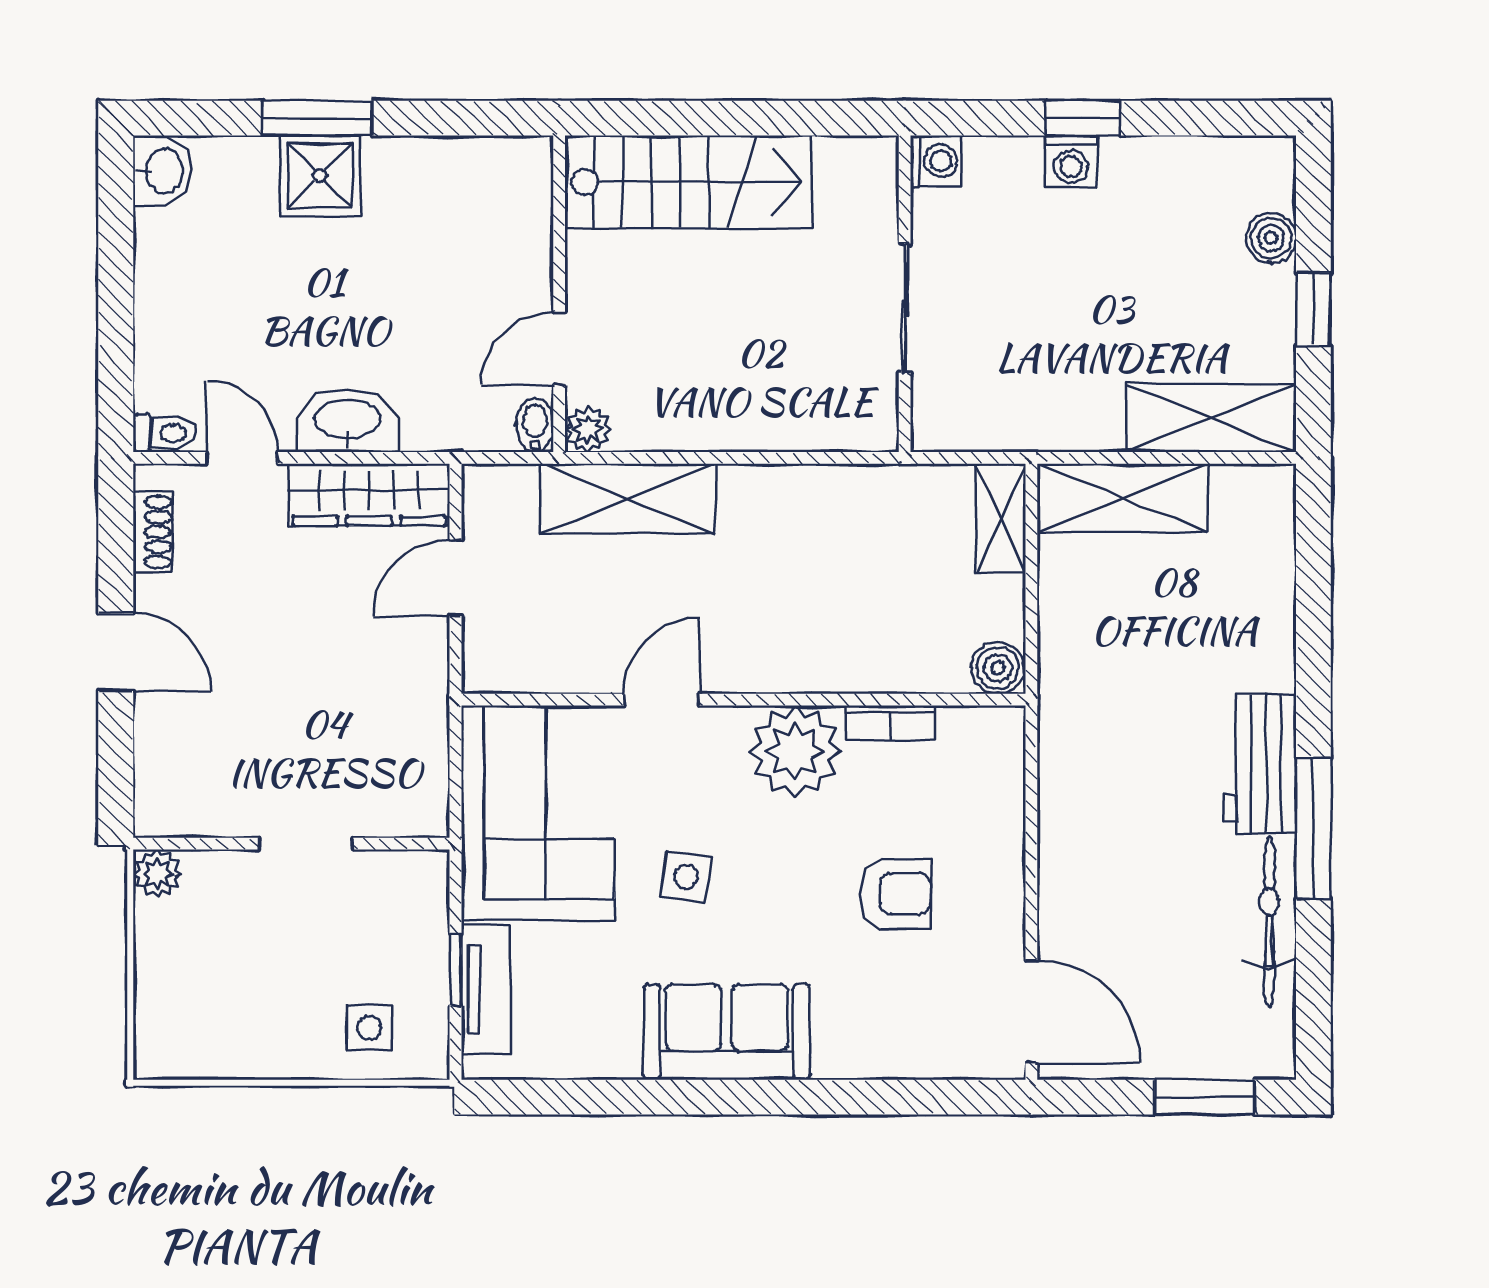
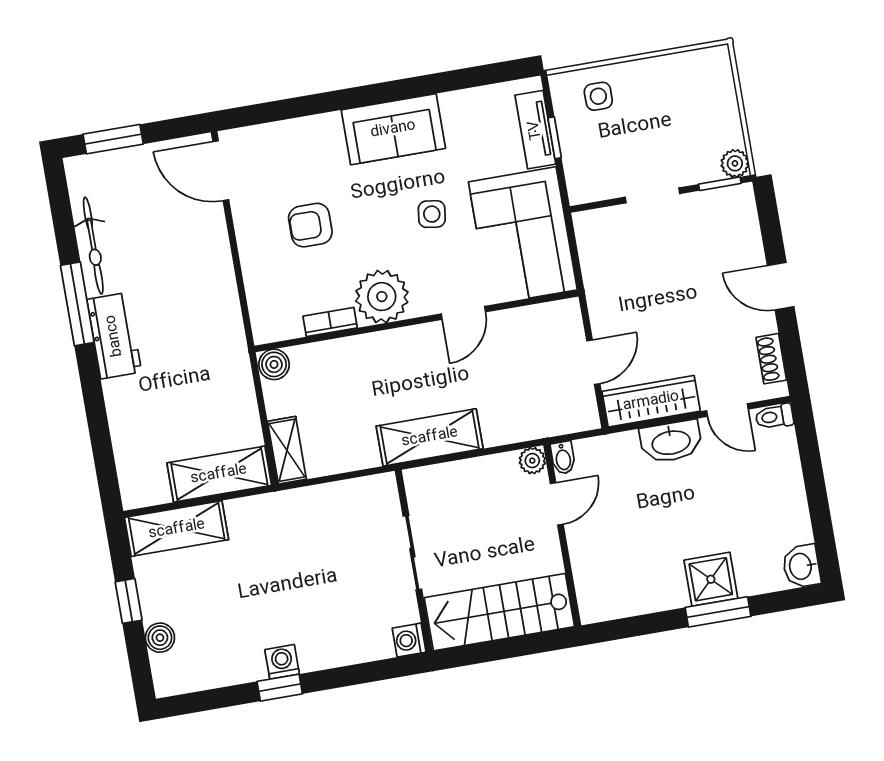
washing machine: (936, 161) -> (409, 640), moved
wall: (905, 294) -> (414, 561), moved
sliding door: (905, 308) -> (412, 553), moved
shelving: (627, 499) -> (430, 437), moved
window: (189, 844) -> (720, 184), added

